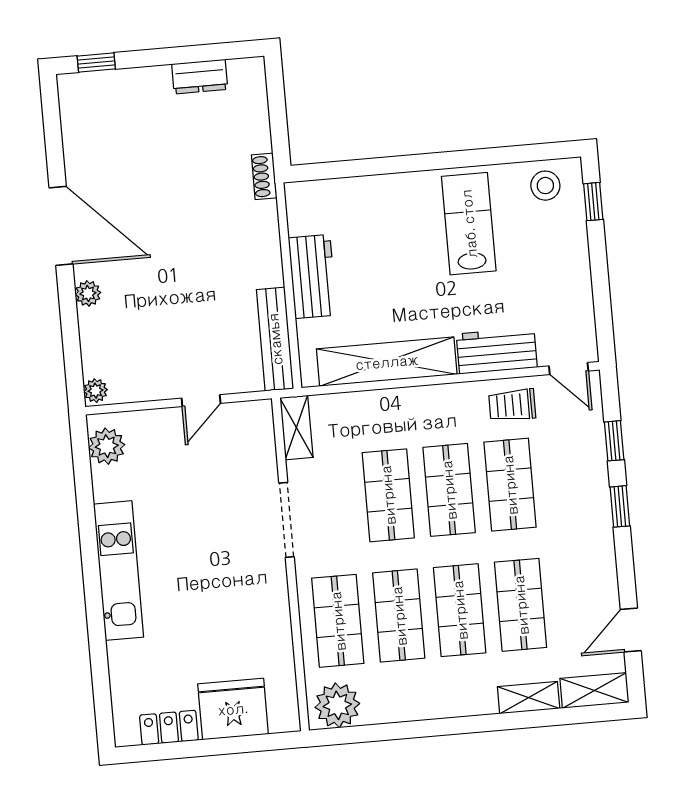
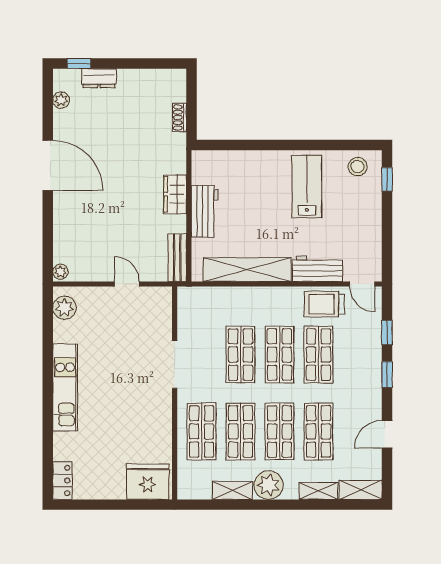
dresser: (200, 77) -> (99, 78), moved
shoe rack: (264, 176) -> (179, 117), moved
wardrobe: (264, 254) -> (175, 194), added
plant: (88, 293) -> (61, 100), moved
bench: (275, 339) -> (177, 258), width x0.73
door: (201, 401) -> (127, 284), swing flipped
trolley: (512, 405) -> (324, 304), width x1.36, depth x1.39
shelving: (296, 428) -> (233, 491), moved, turned 90
door: (631, 630) -> (387, 434), moved
plant: (337, 705) -> (268, 485), moved
fridge: (233, 709) -> (148, 482), moved
locker: (169, 728) -> (62, 481), moved, turned 90

